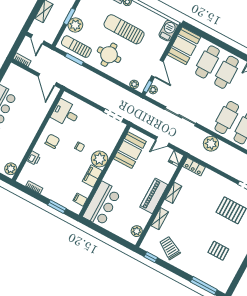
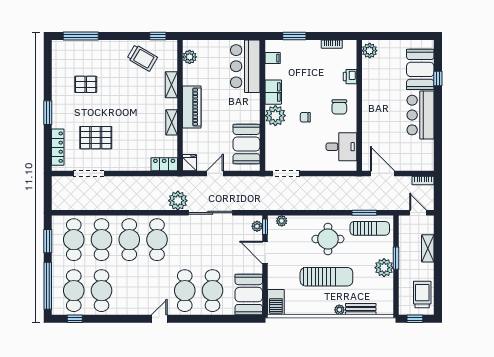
plant: (75, 25) -> (384, 268), moved
plant: (211, 144) -> (178, 201), moved

